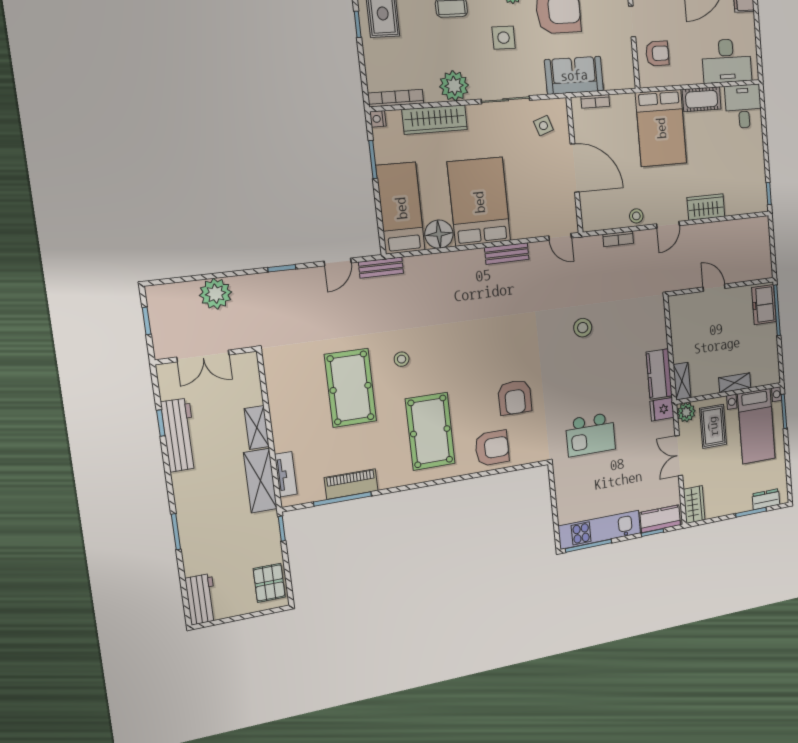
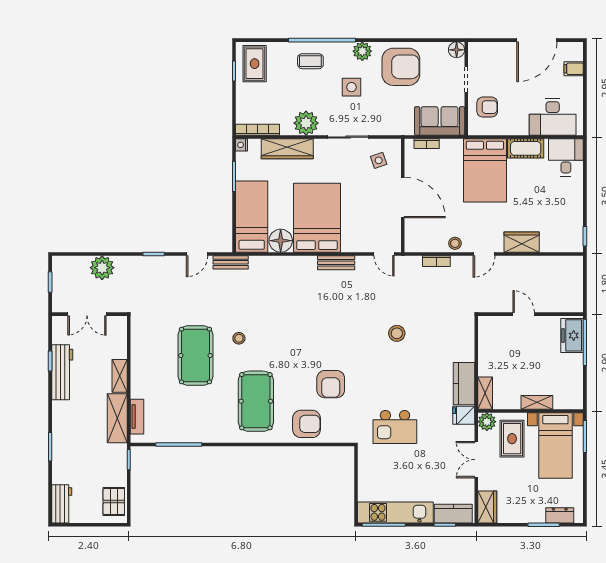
sofa: (574, 75) -> (440, 121), moved
piano: (351, 484) -> (187, 434), removed

